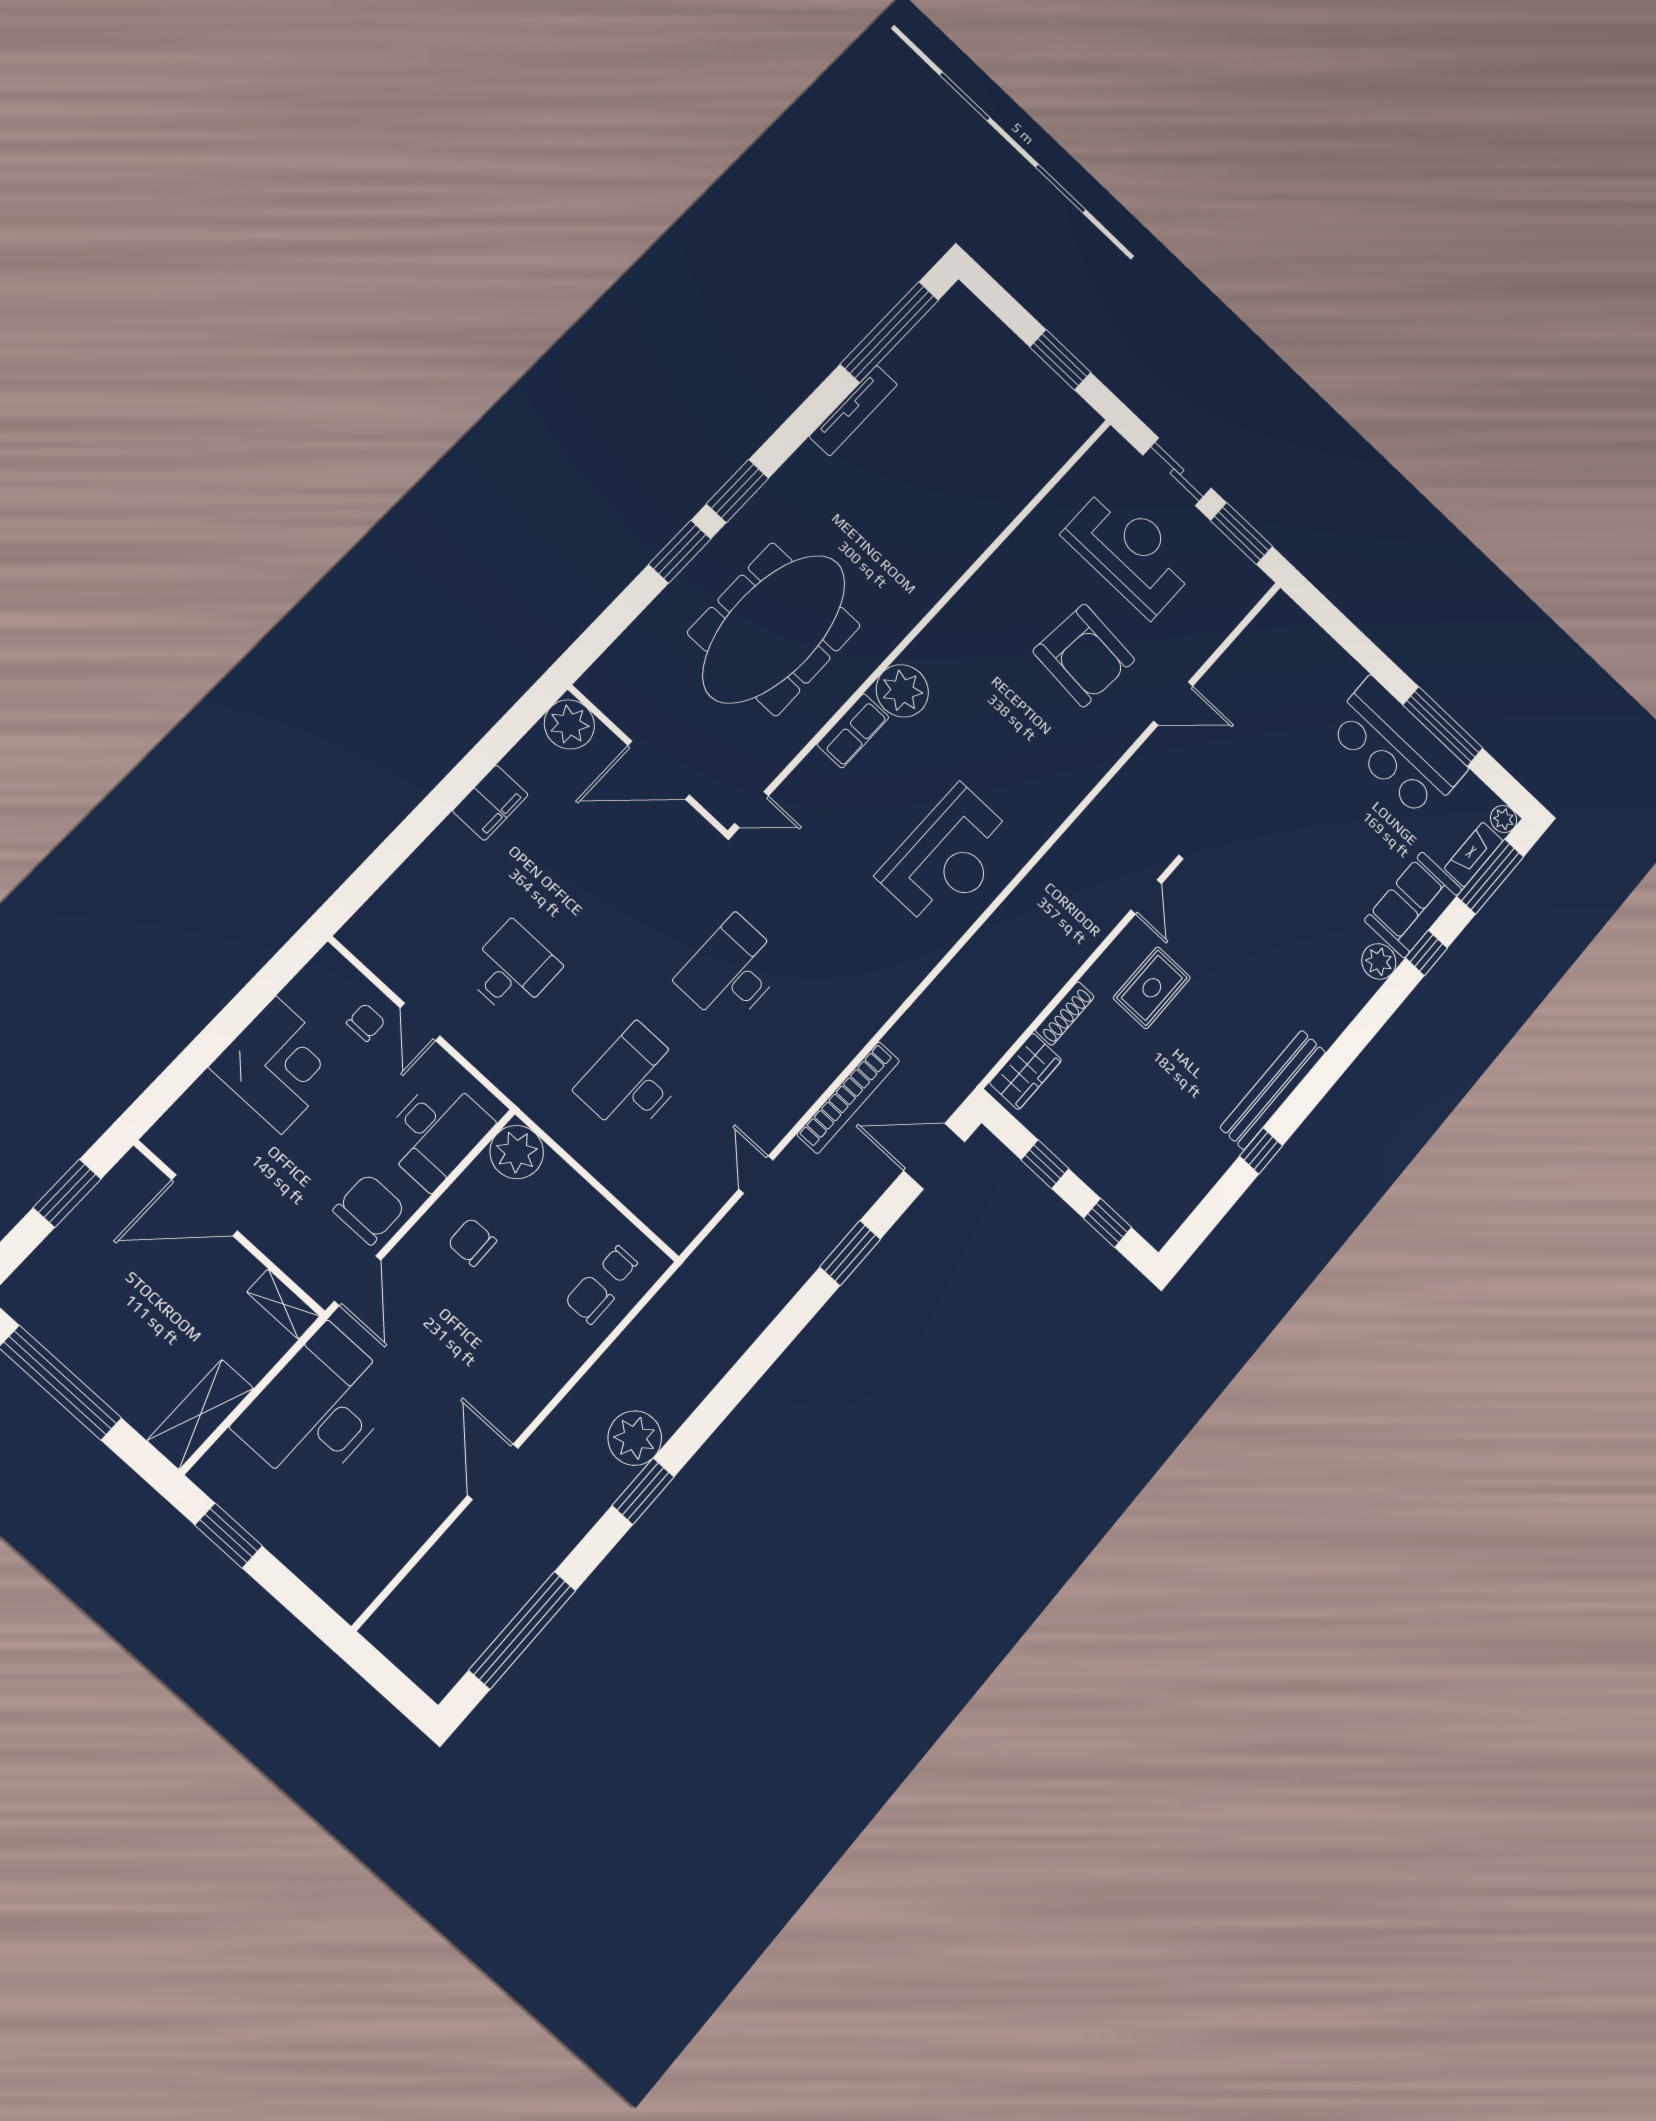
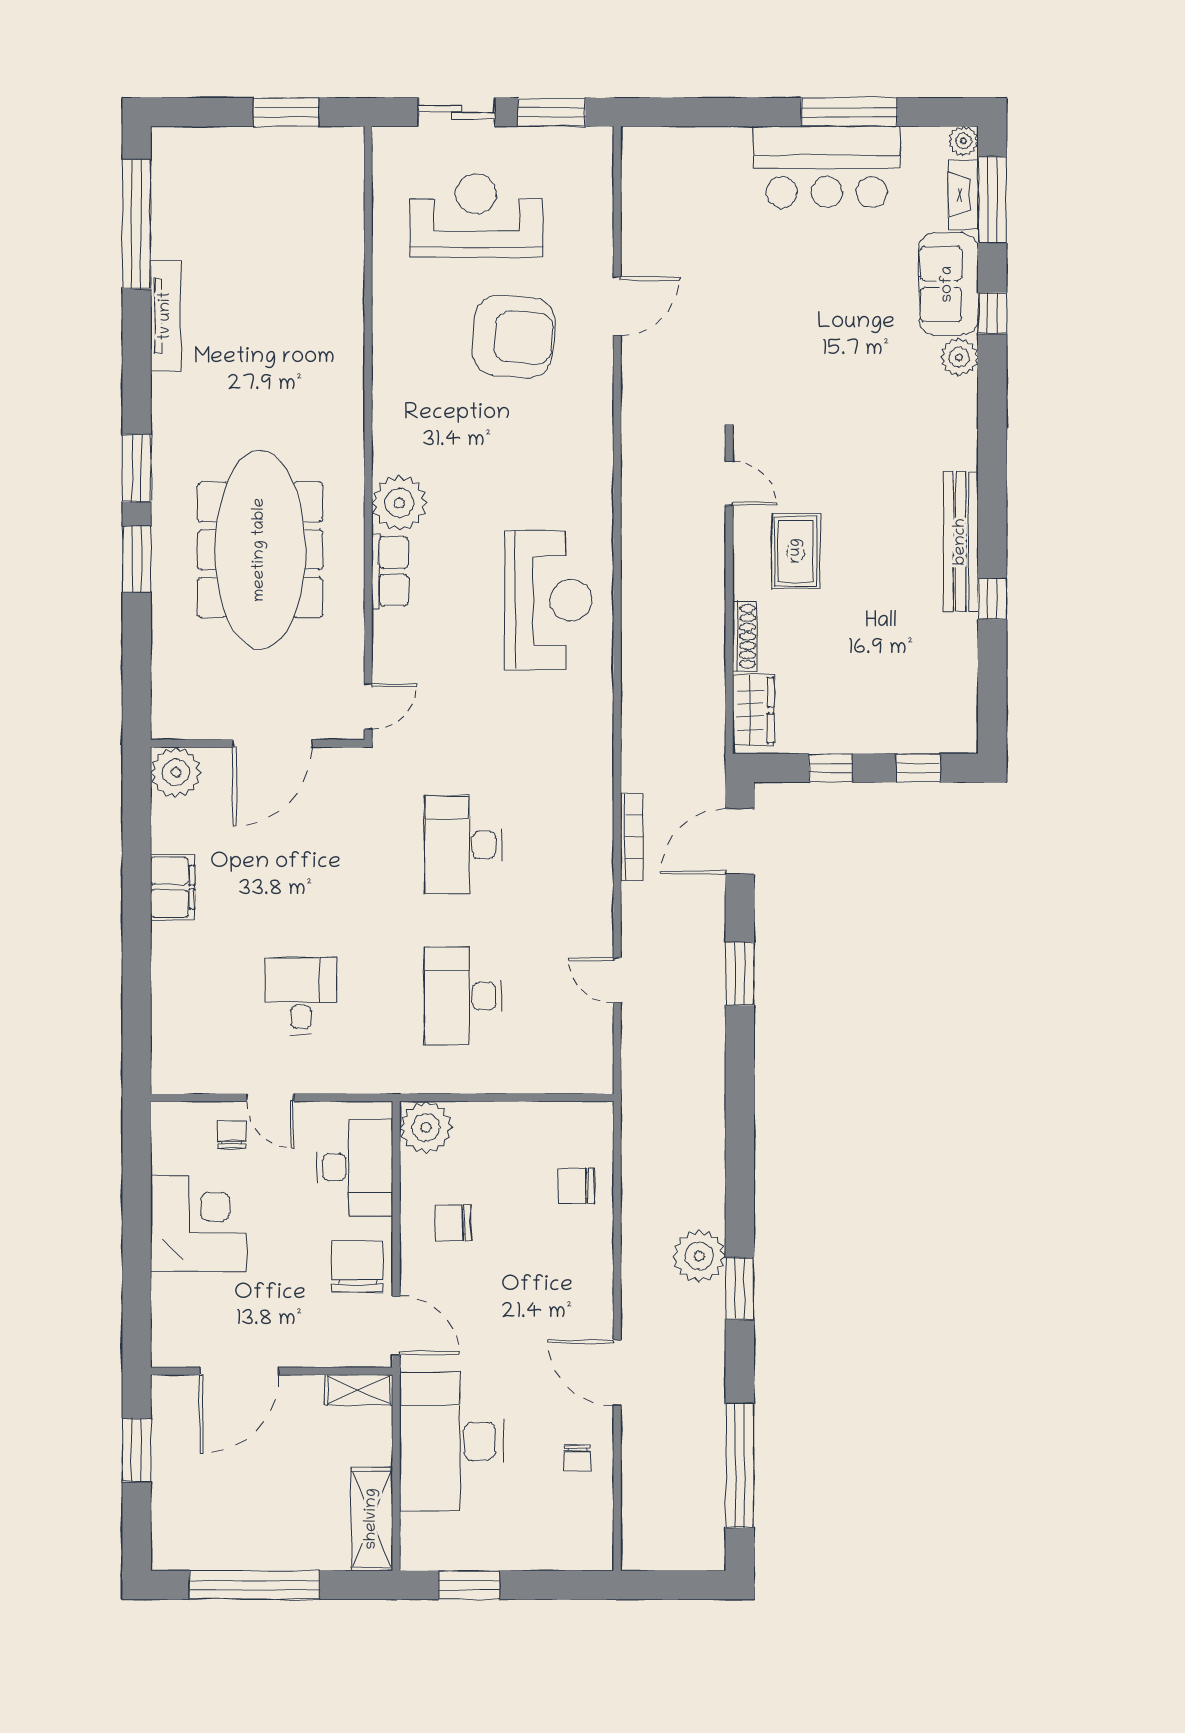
bookcase: (848, 1098) -> (632, 837), width x0.68, depth x0.76
chair: (619, 1264) -> (577, 1458), moved

